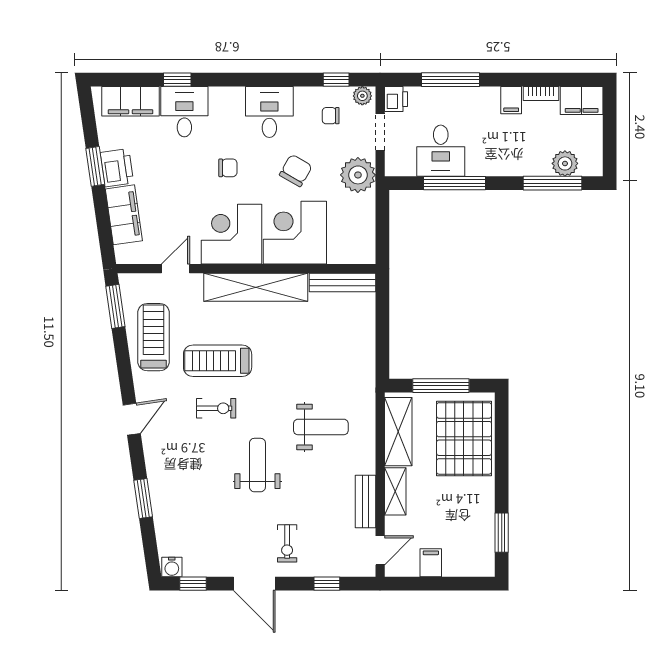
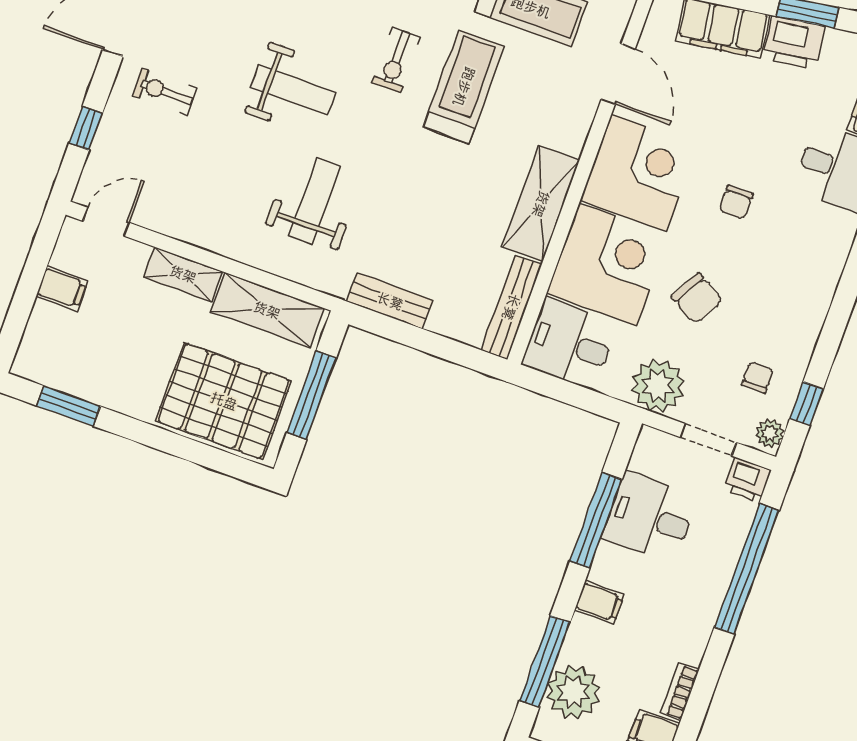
window: (451, 80) -> (747, 569), width x1.46
filing cabinet: (511, 100) -> (600, 602), moved, turned 180
desk: (269, 112) -> (570, 344), moved, turned 180
plant: (565, 163) -> (573, 692), width x1.36, depth x1.36
door: (176, 269) -> (618, 74), width x1.37
shelving: (256, 287) -> (541, 204), width x0.68
weight bench: (321, 427) -> (315, 201), turned 180
bench: (365, 501) -> (390, 301), moved
door: (380, 550) -> (106, 222), swing flipped

